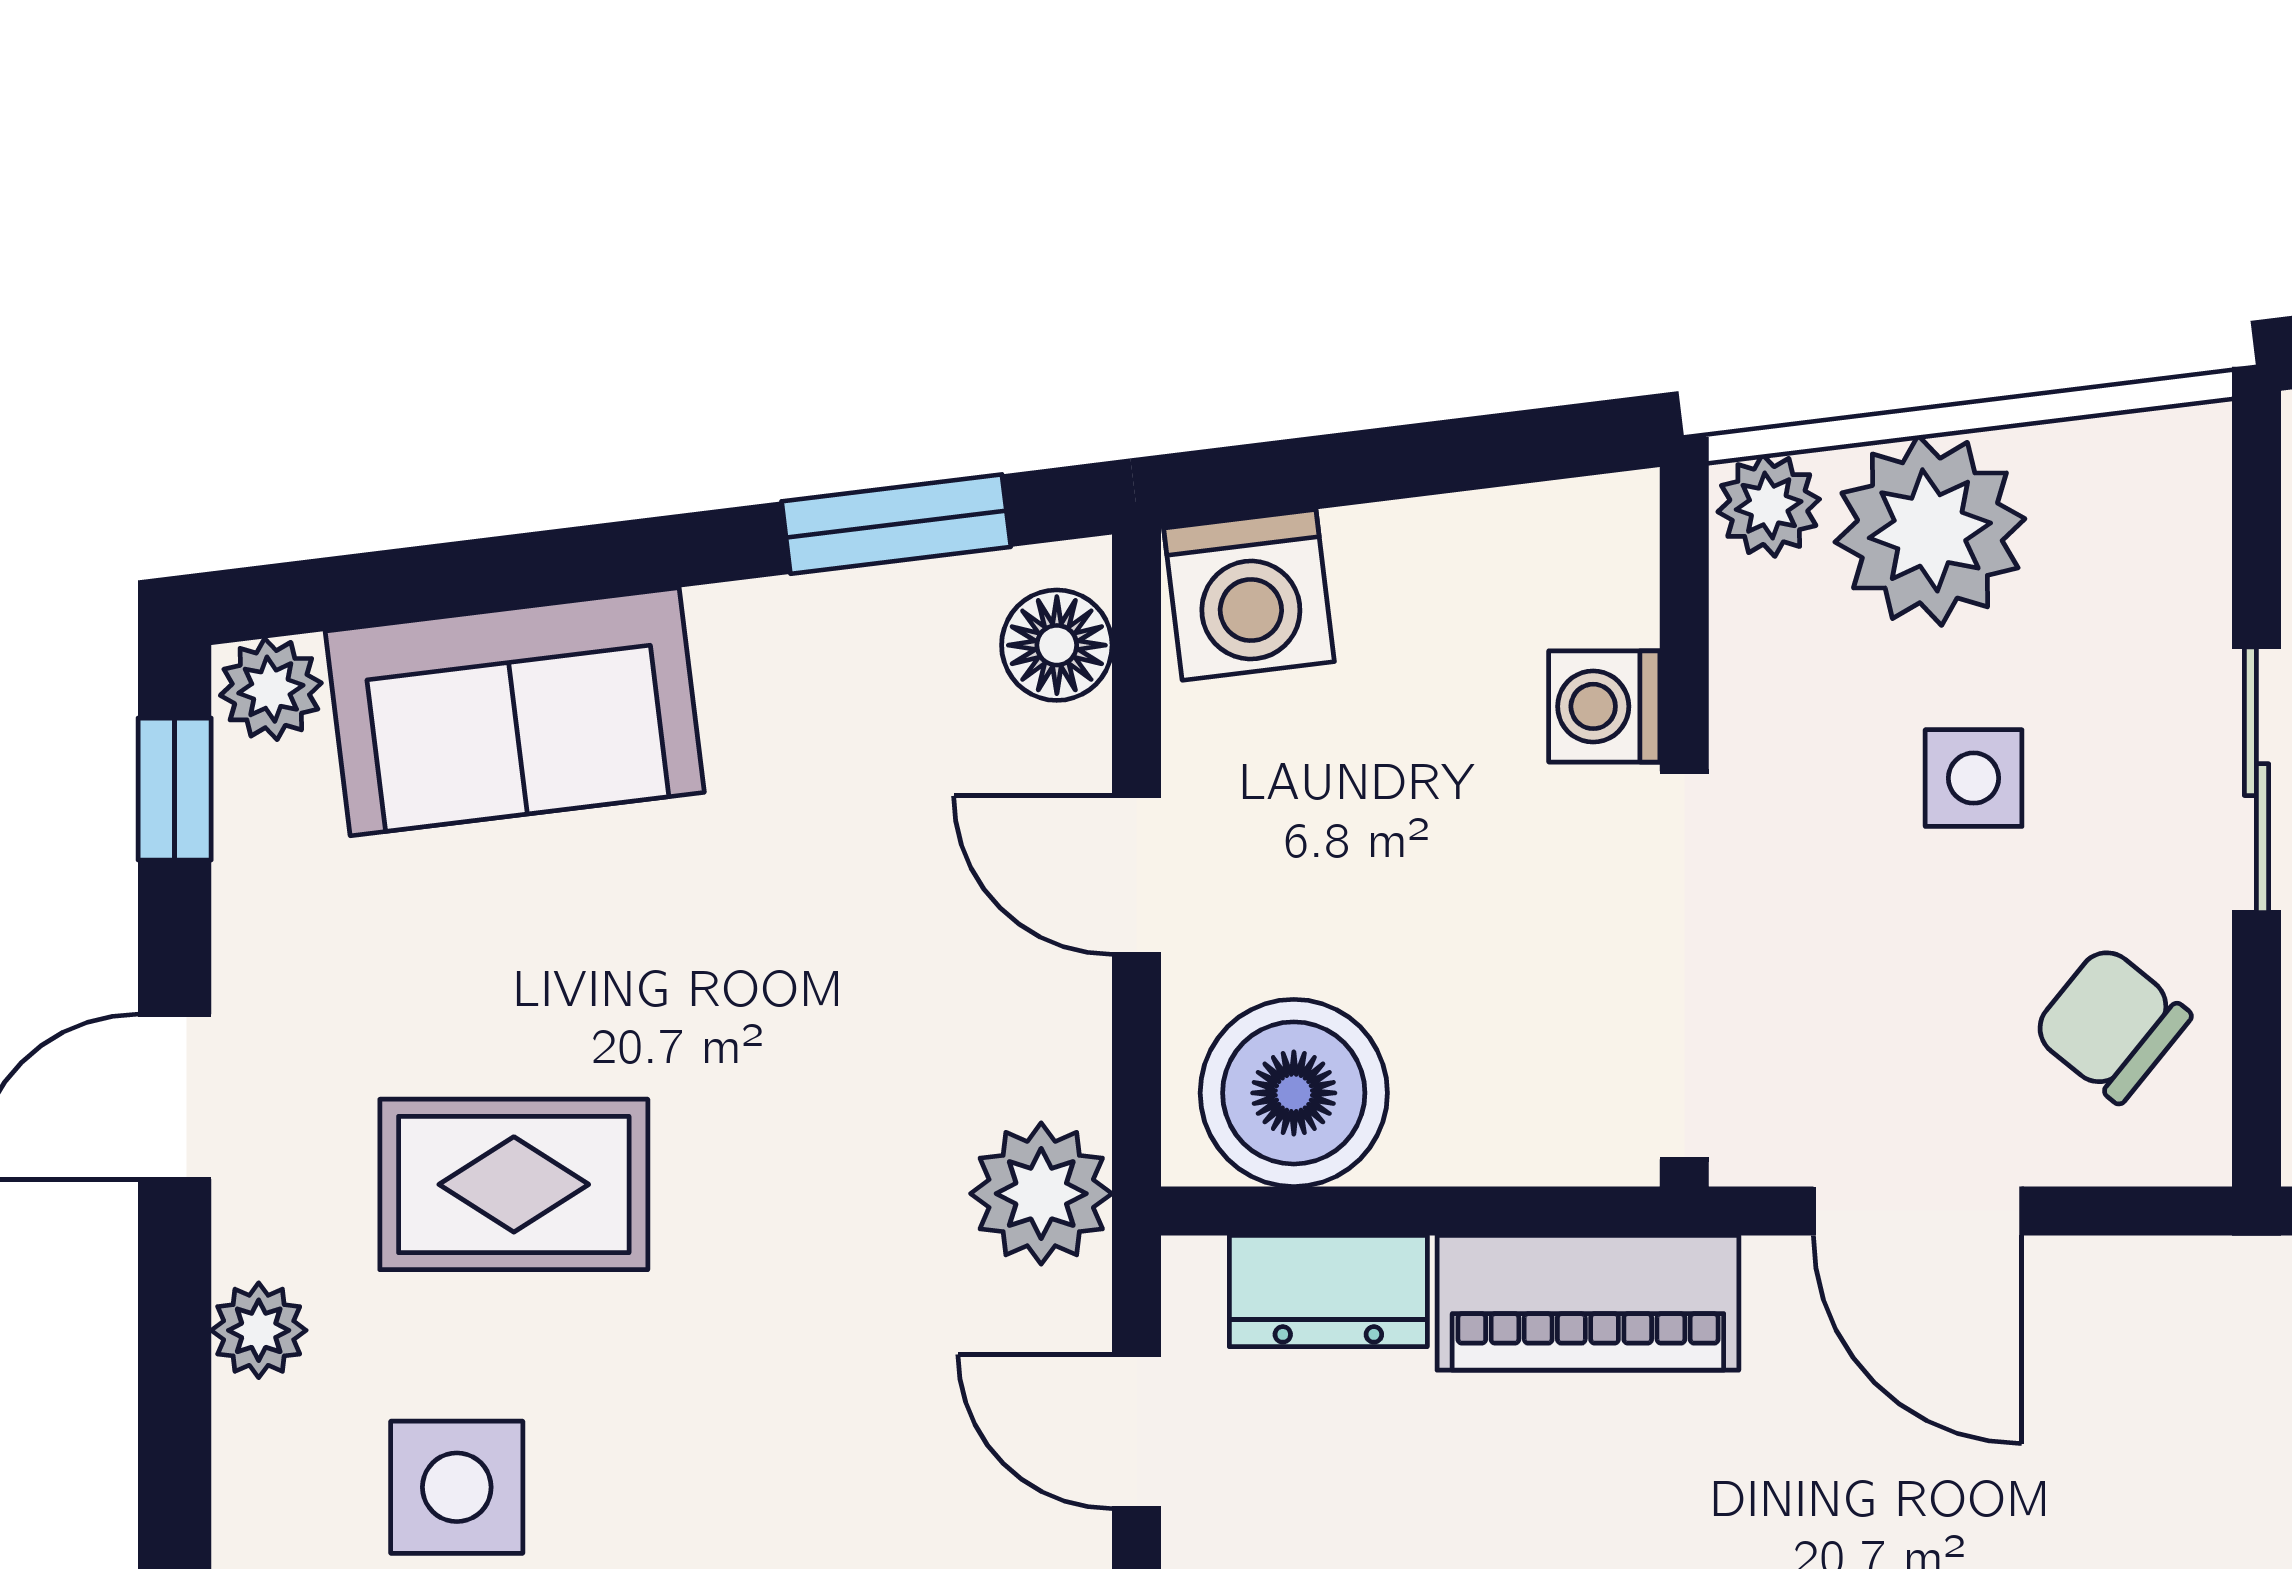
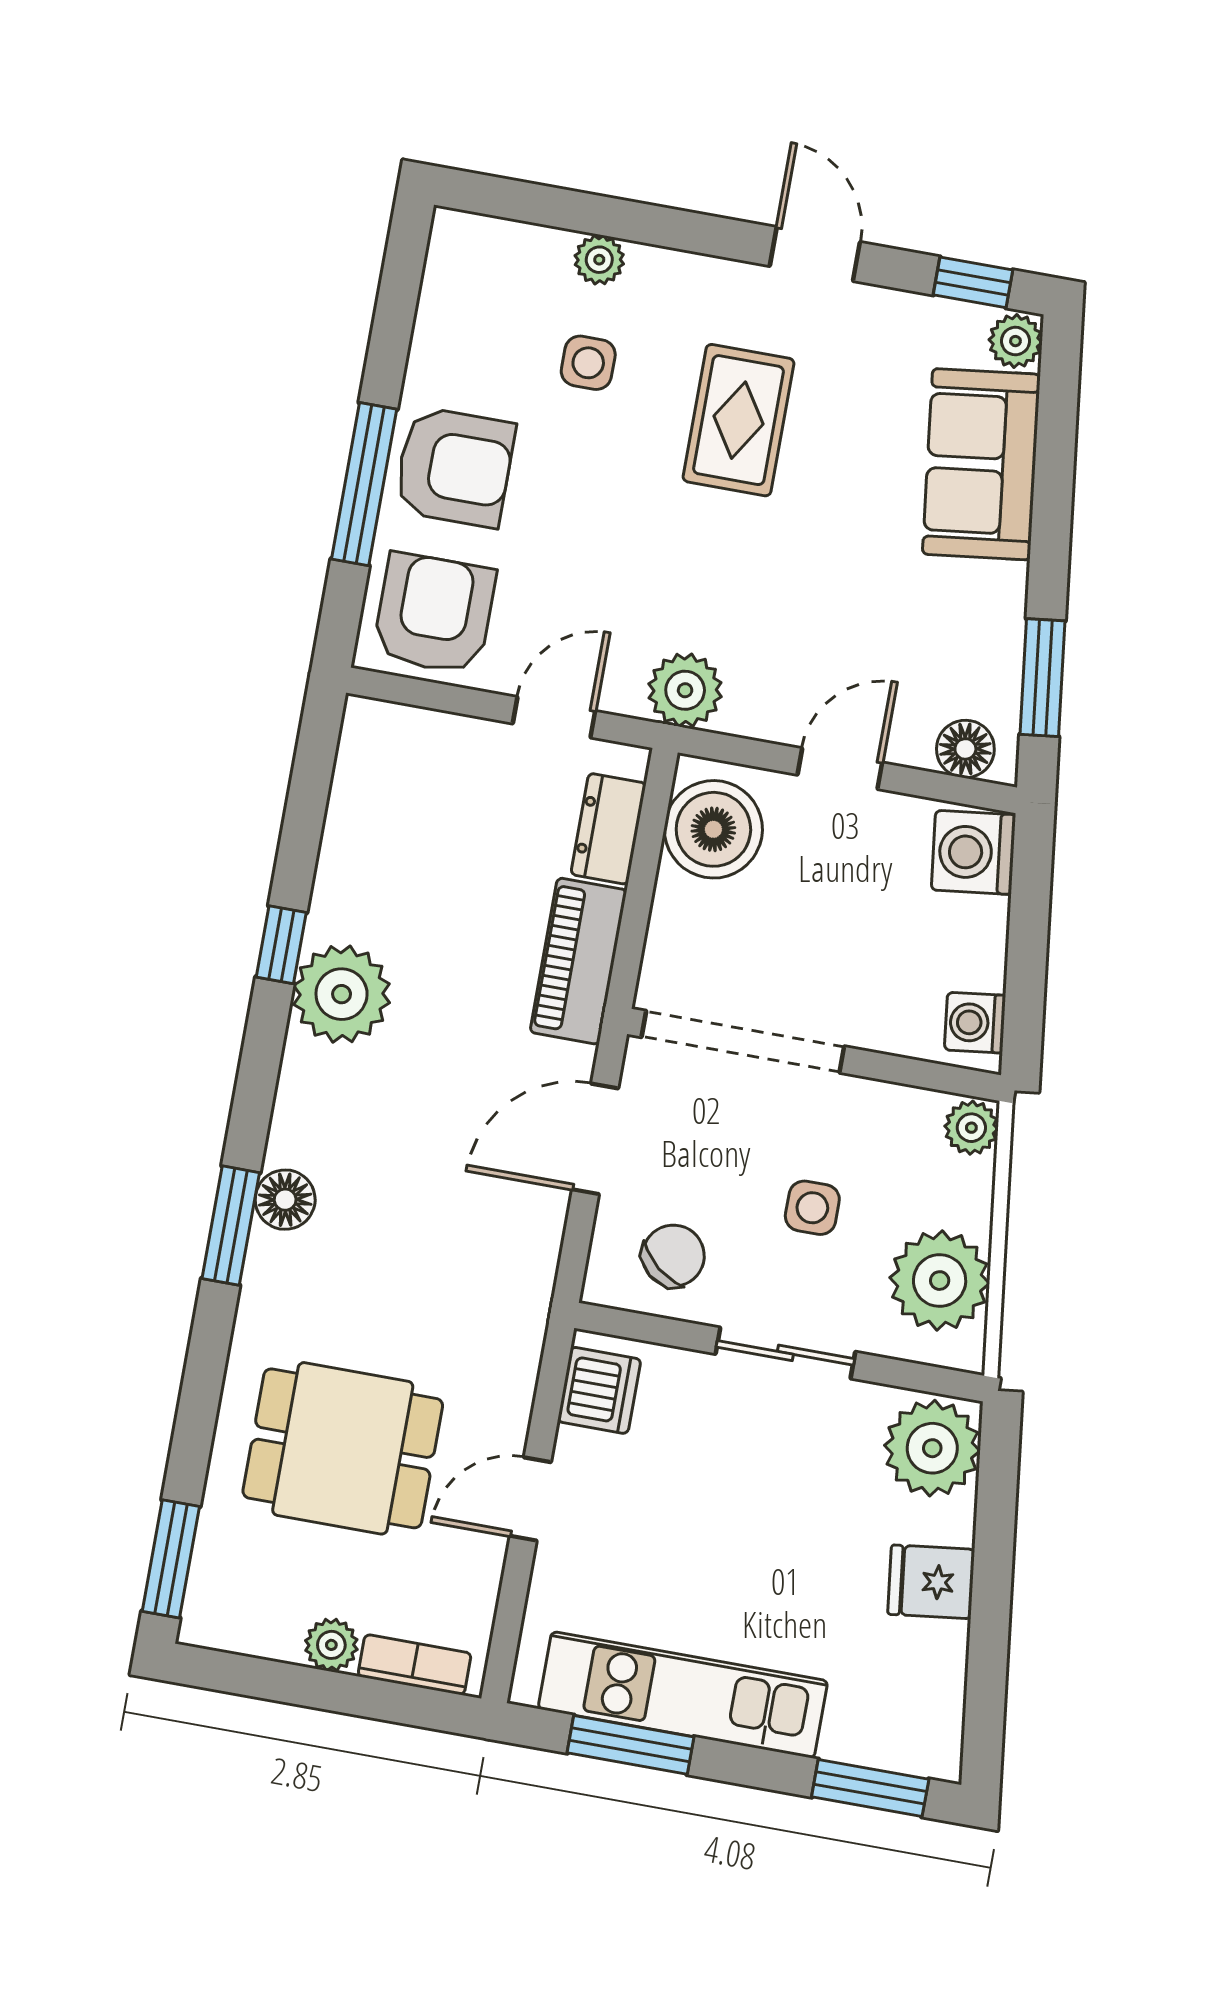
plant: (1930, 530) -> (940, 1281), moved
washing machine: (1604, 706) -> (975, 1023), moved, turned -97
plant: (259, 1330) -> (599, 260), moved
side table: (457, 1487) -> (588, 363), width x0.73, depth x0.73

